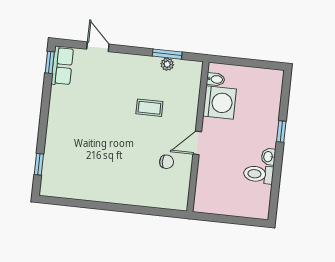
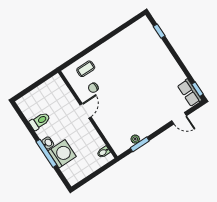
washing machine: (220, 103) -> (62, 154), moved, turned 180
coffee table: (149, 108) -> (86, 69), moved
window: (281, 131) -> (46, 153), width x2.17
washbasin: (268, 157) -> (48, 143), moved

